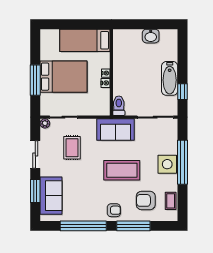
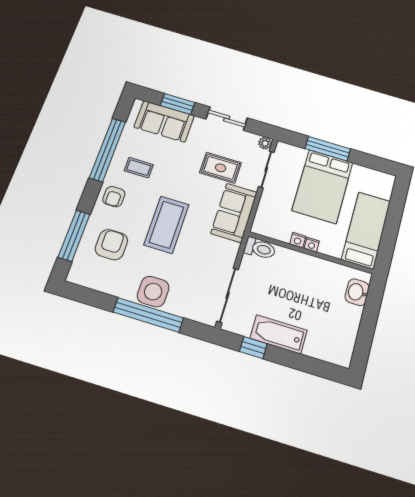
washbasin: (151, 36) -> (357, 292), moved
sofa: (115, 129) -> (234, 213), moved
coffee table: (171, 201) -> (139, 168), moved
window: (133, 226) -> (74, 236), moved

